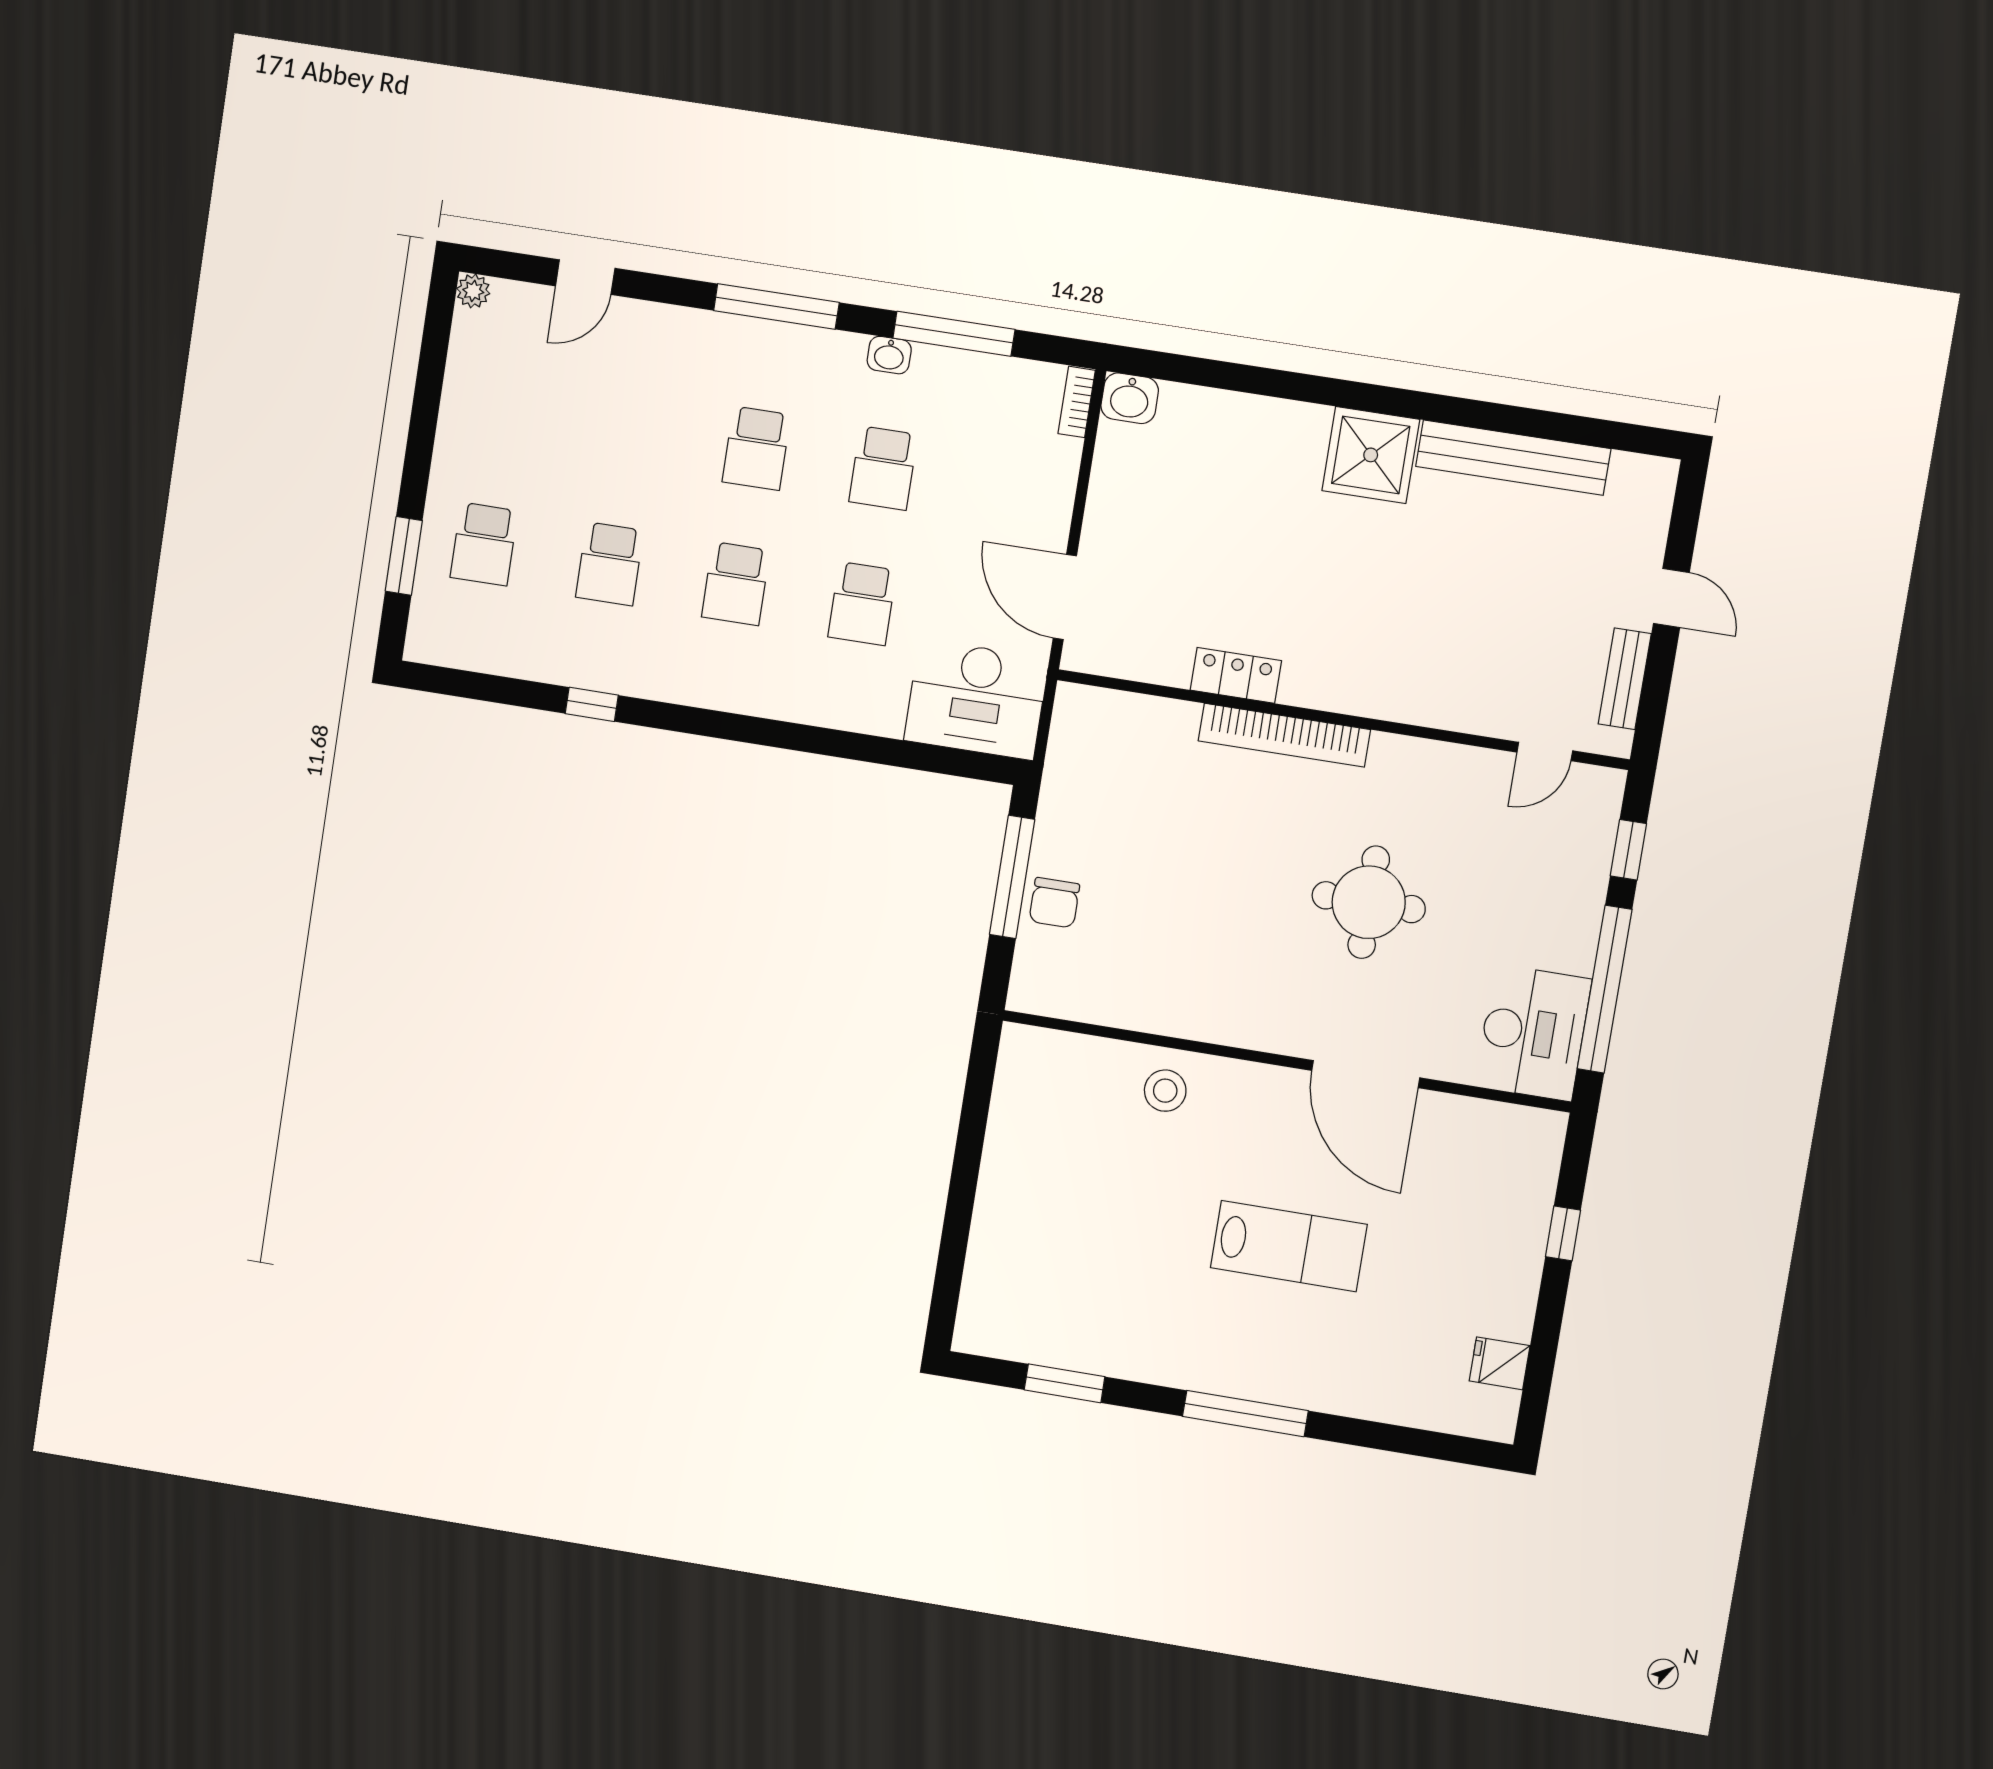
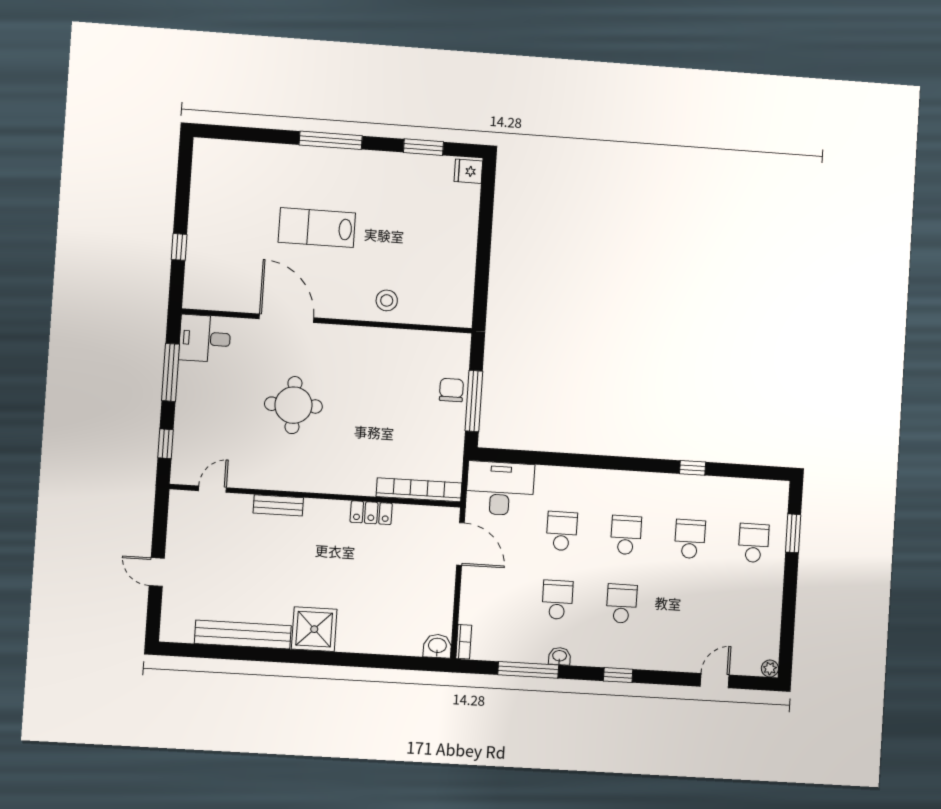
window: (776, 306) -> (618, 675), width x0.46
bench: (1625, 679) -> (278, 505), moved, turned 90
bookcase: (1284, 735) -> (419, 490), moved
window: (1605, 989) -> (170, 372), width x0.68
desk: (1533, 1033) -> (205, 338), width x0.73
fridge: (1500, 1363) -> (468, 171), moved, turned 180

